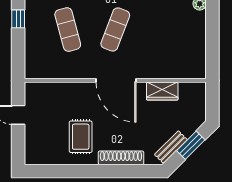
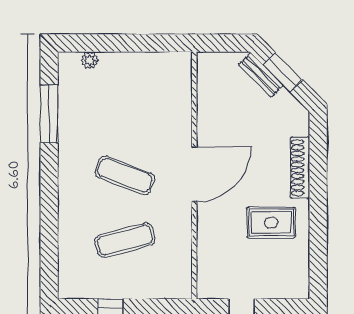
wardrobe: (162, 91) -> (209, 111), removed
bench: (171, 147) -> (261, 75), moved

